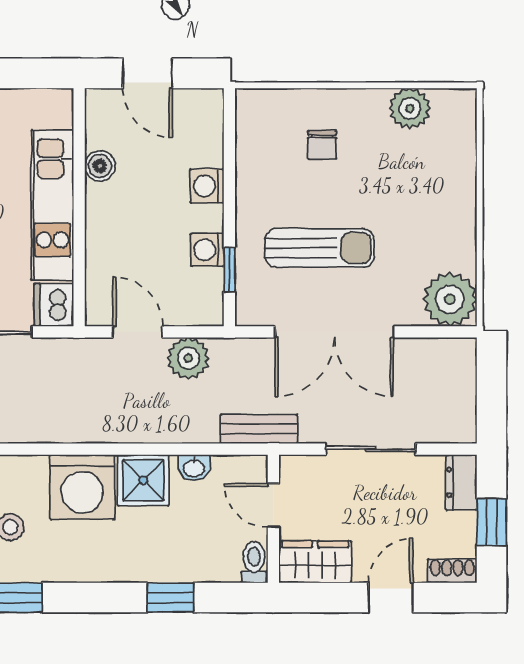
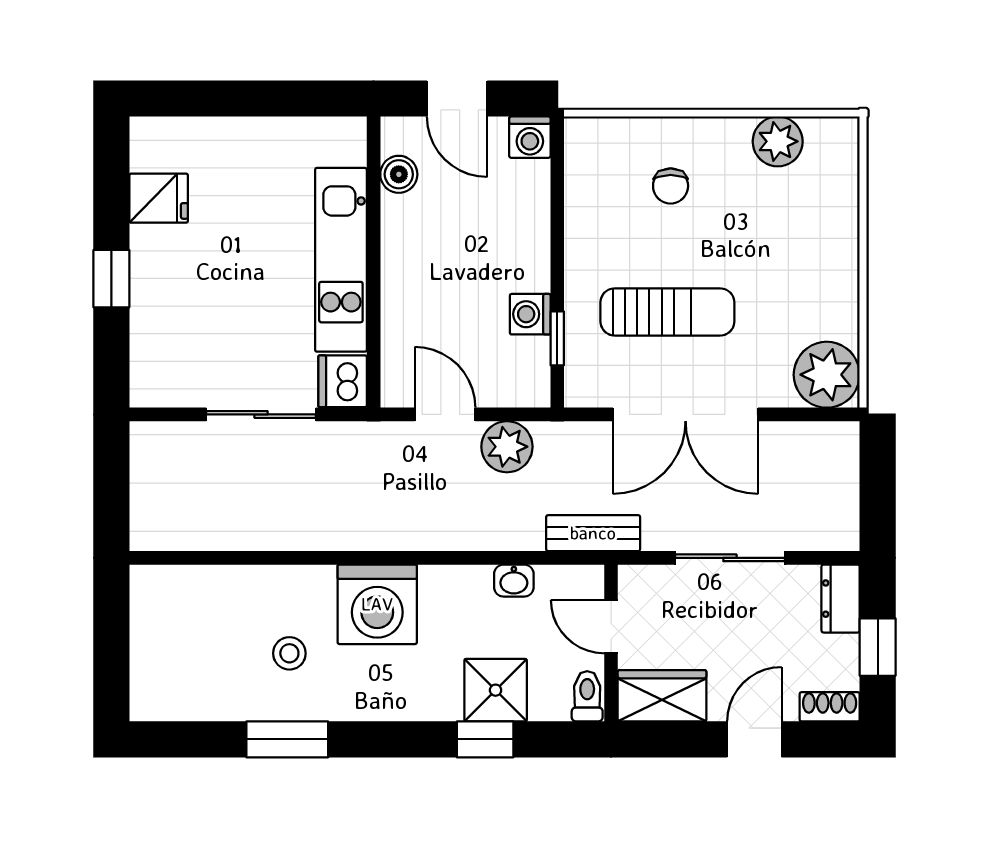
boiler: (100, 166) -> (399, 174), moved
washing machine: (207, 186) -> (530, 137), moved, turned -90
shower: (143, 480) -> (496, 690), moved

